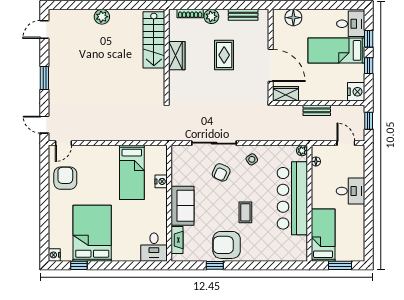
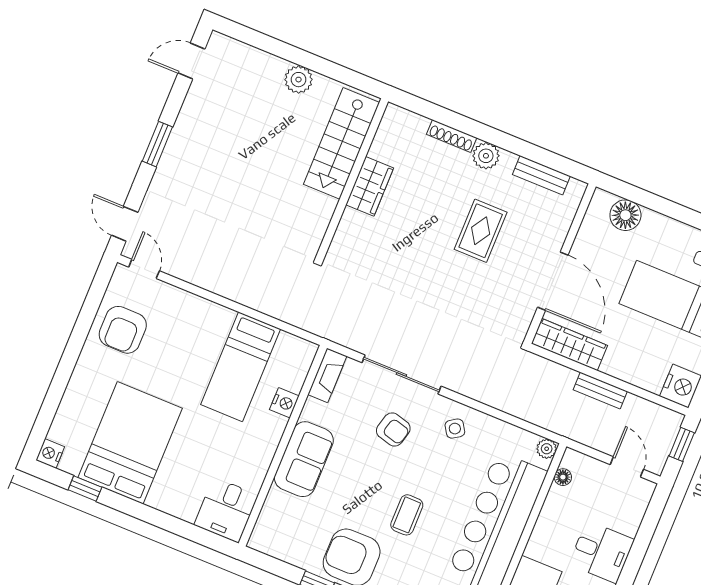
stairs: (154, 40) -> (341, 143), moved
wall: (167, 55) -> (352, 178), moved
wardrobe: (177, 56) -> (370, 186), moved
wardrobe: (285, 94) -> (569, 344), width x1.50
door: (63, 143) -> (144, 269), swing flipped
armchair: (221, 172) -> (393, 429), turned -100
armchair: (65, 178) -> (123, 330), turned 180
fireplace: (177, 240) -> (327, 375), moved

